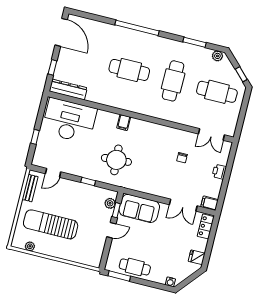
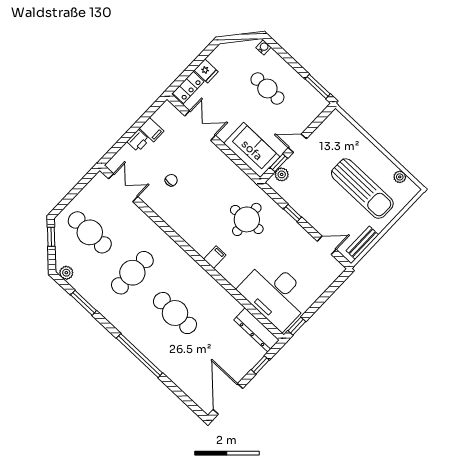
window: (35, 137) -> (297, 326), moved
filing cabinet: (210, 203) -> (152, 130), moved
fridge: (197, 257) -> (206, 71), moved
cafe table: (135, 267) -> (267, 89), moved

